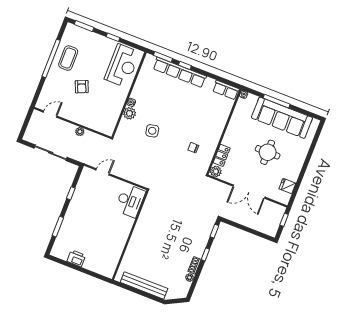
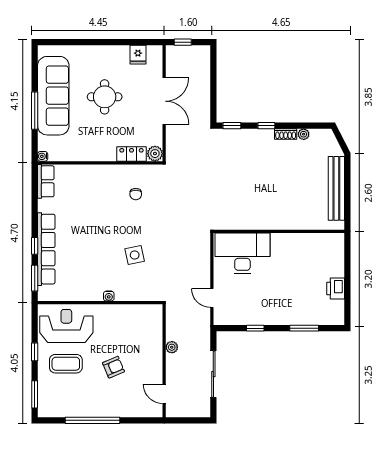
coffee table: (68, 58) -> (66, 364), moved
plant: (130, 113) -> (124, 293), removed
desk: (130, 201) -> (242, 253), width x1.36, depth x1.30

